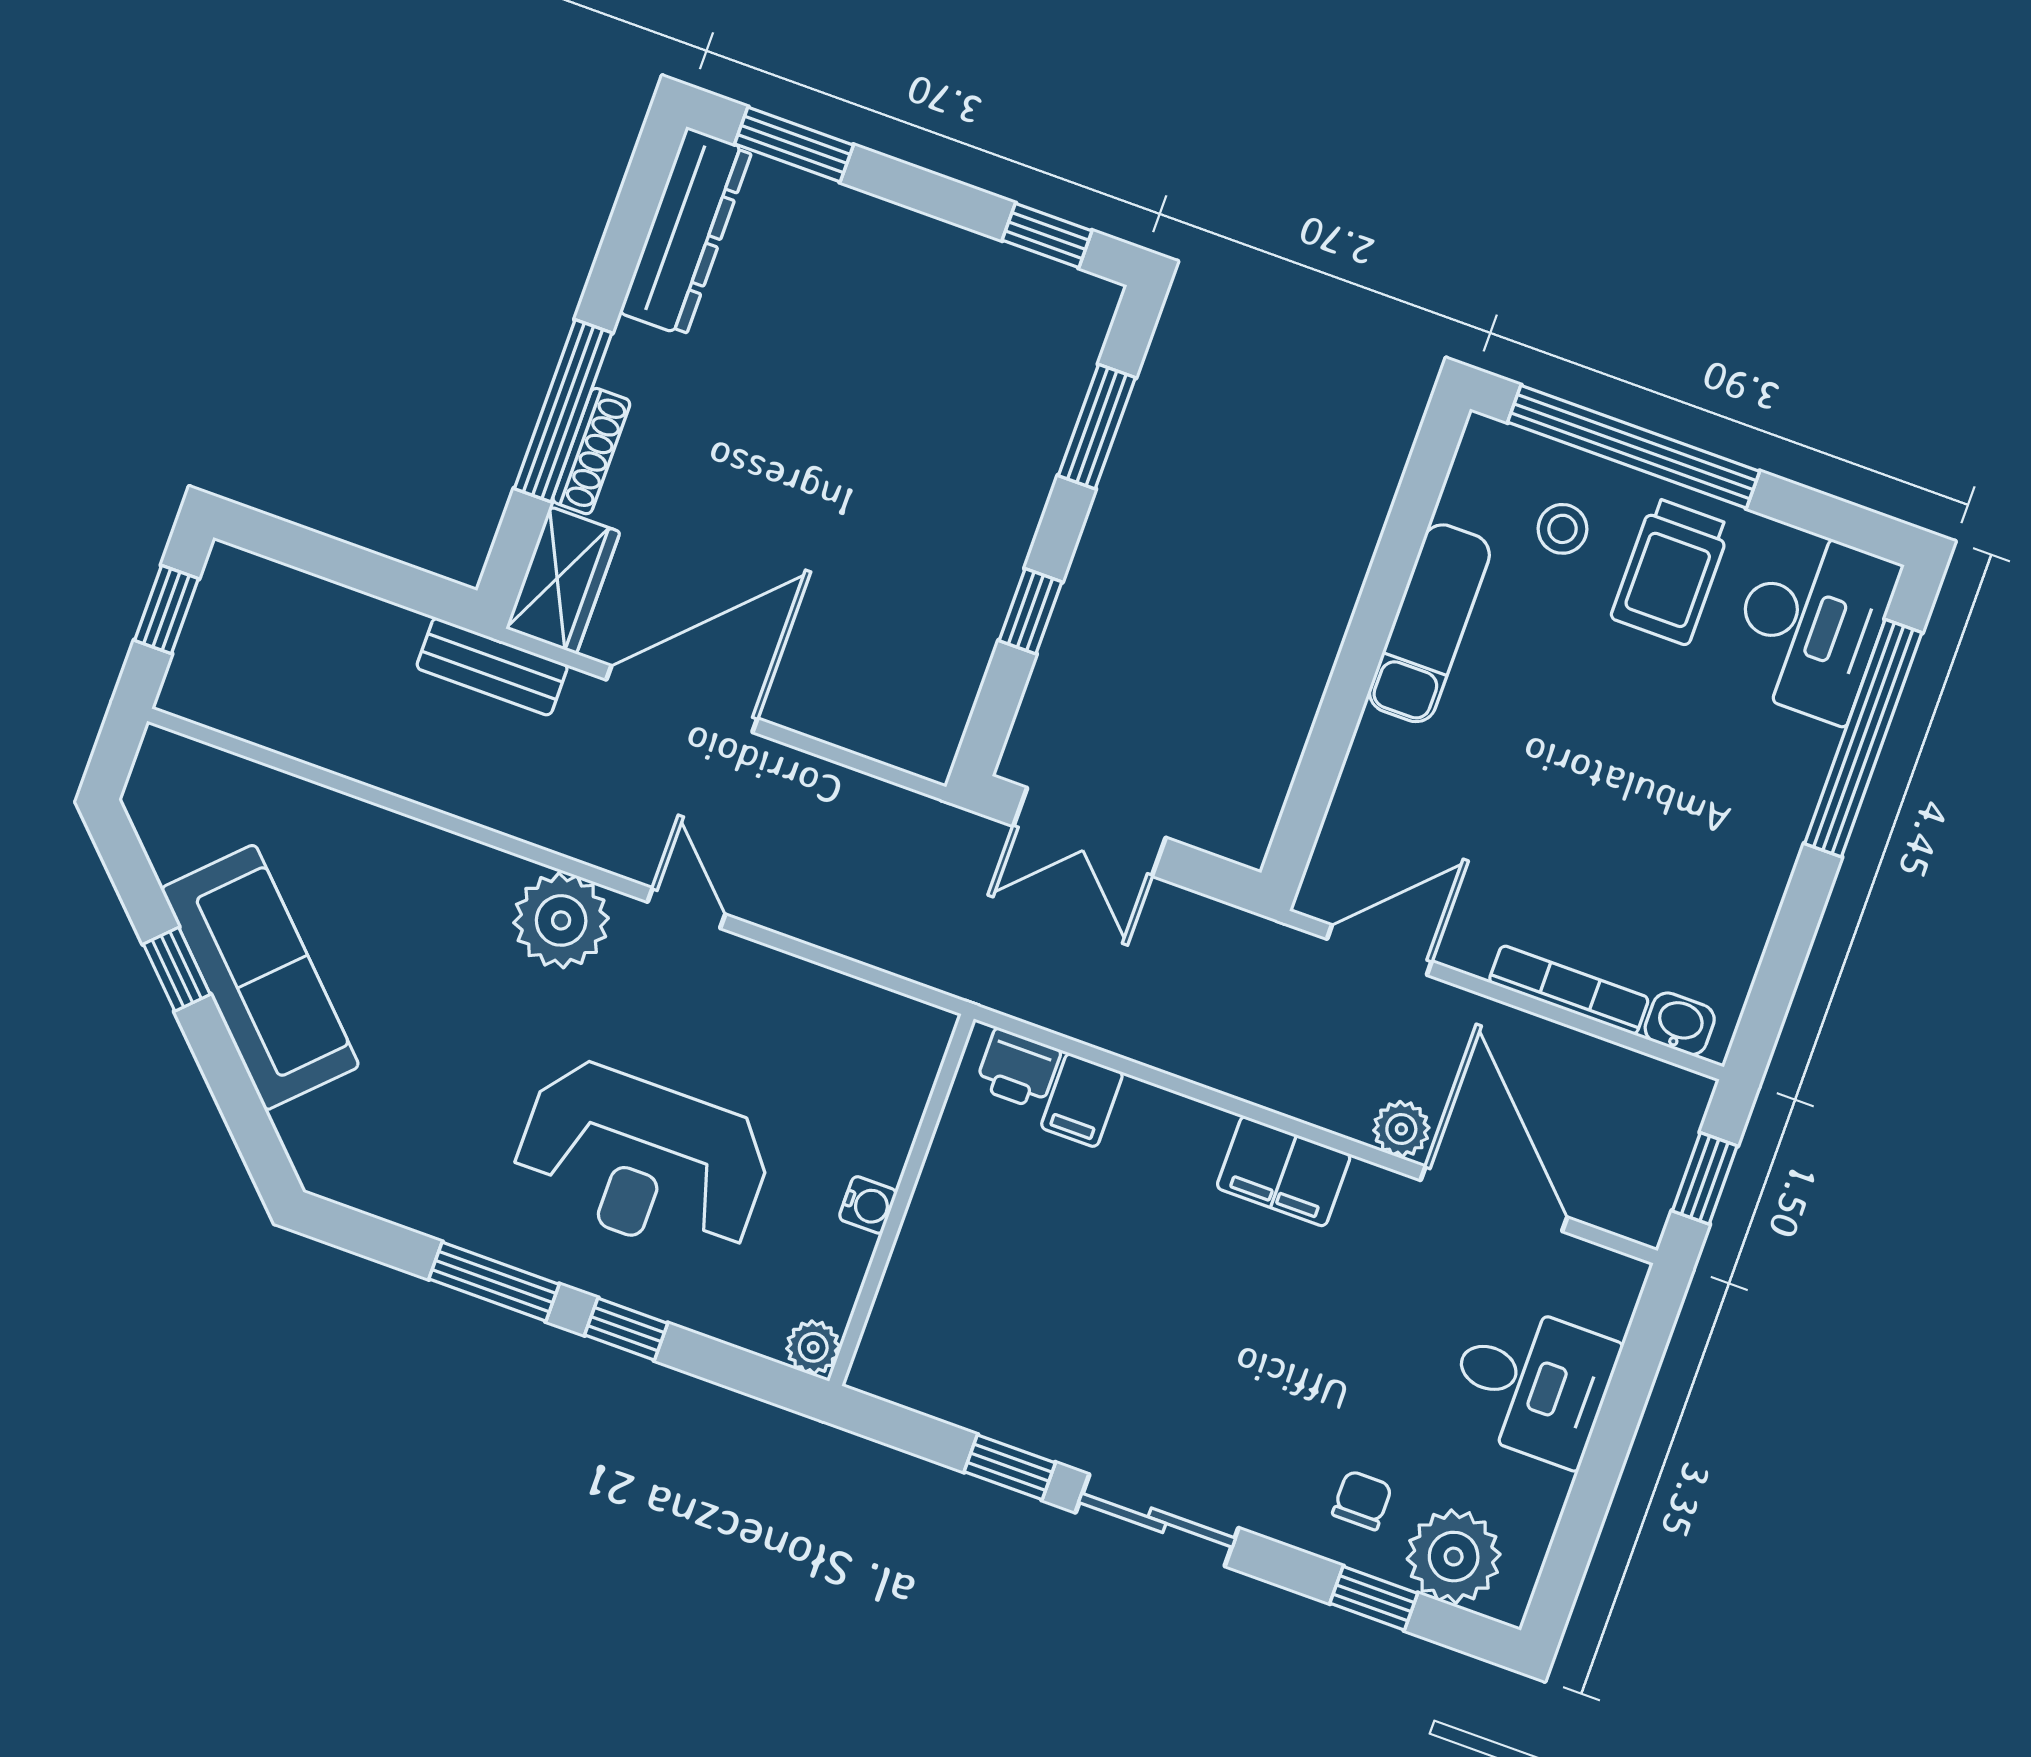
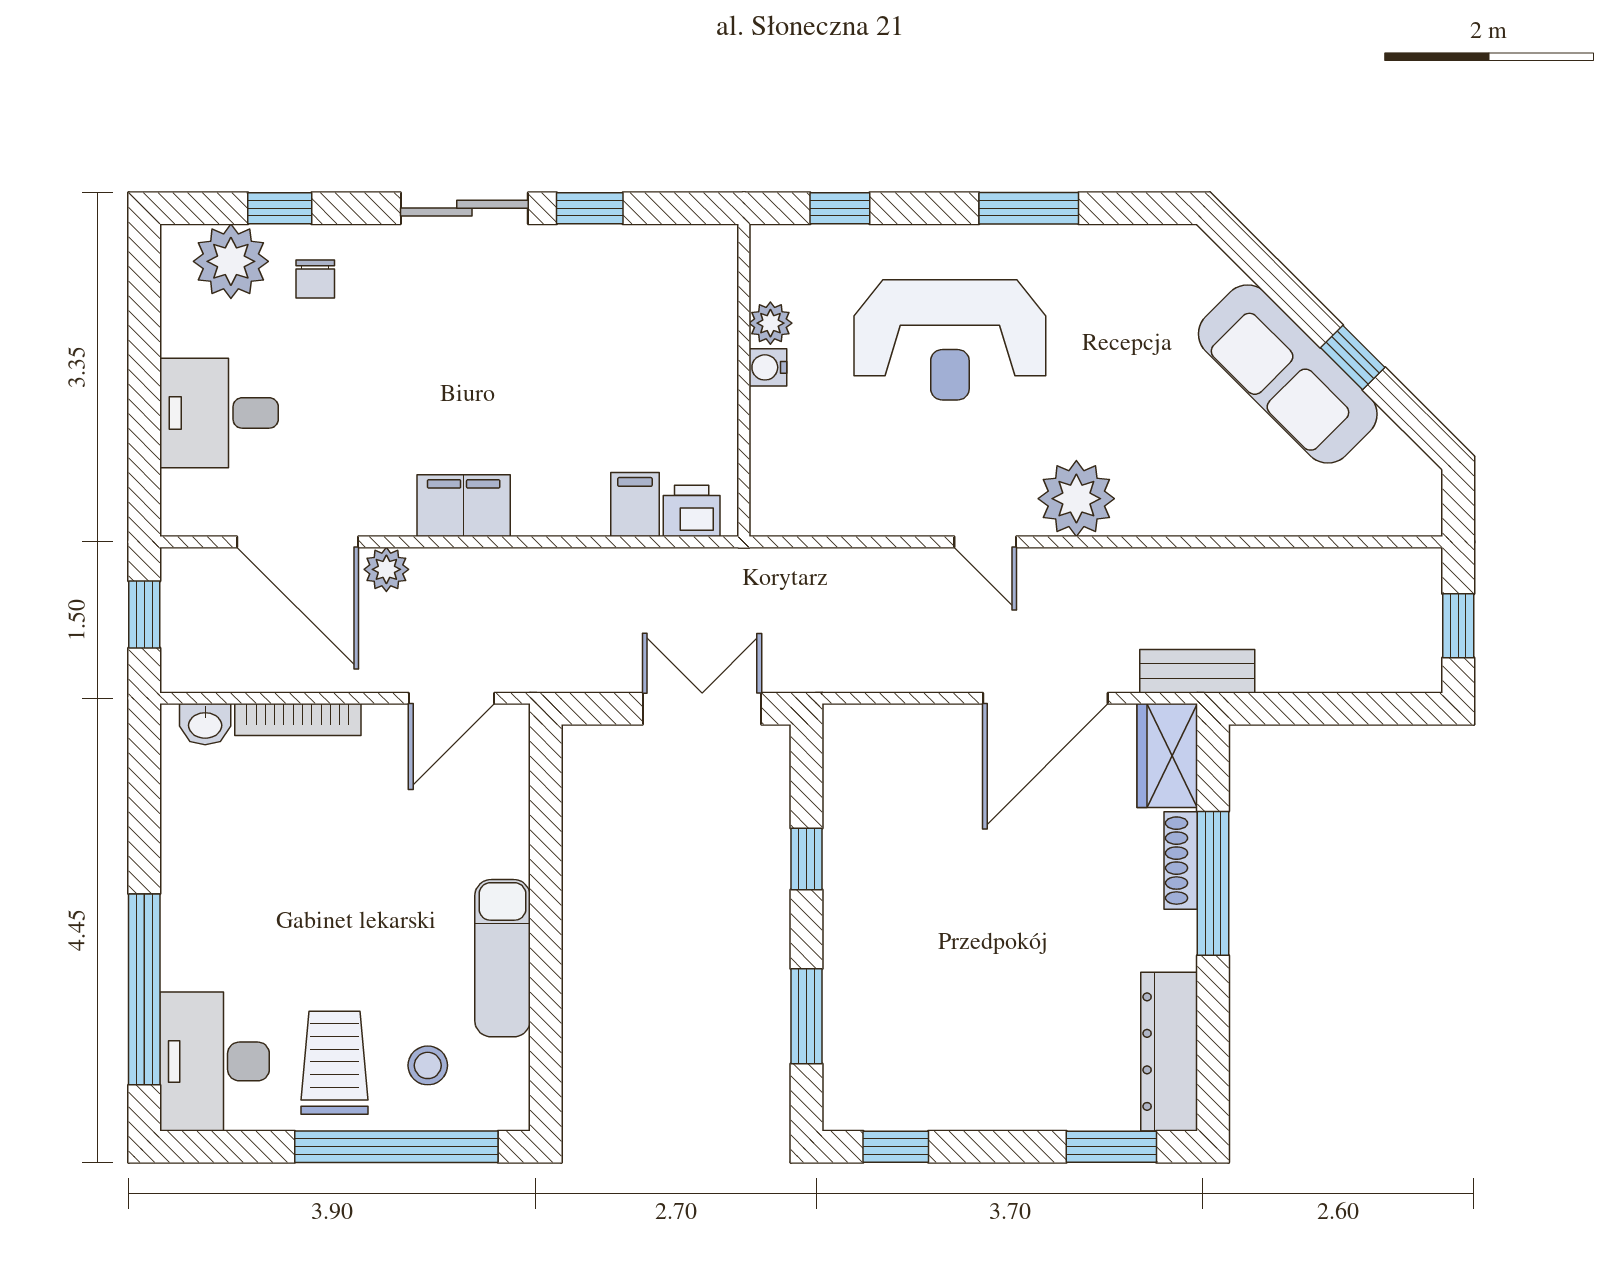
reception desk: (642, 1160) -> (950, 340), turned 180
window: (626, 1329) -> (840, 208), moved
plant: (813, 1347) -> (770, 323), moved

